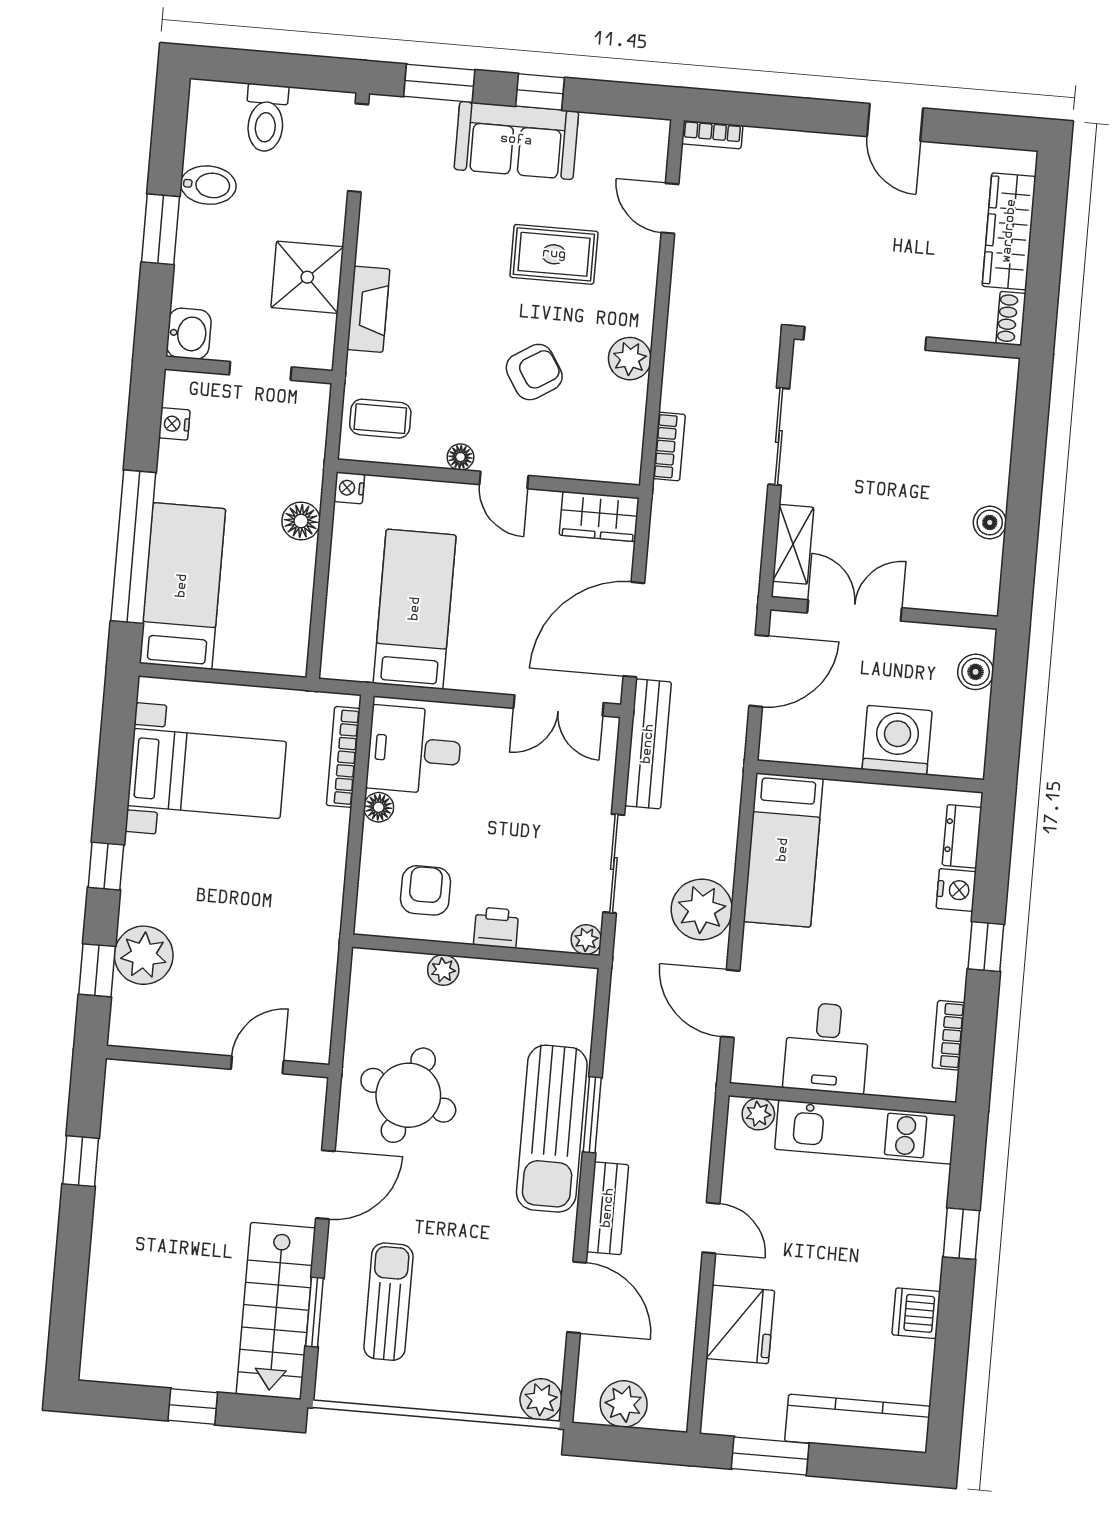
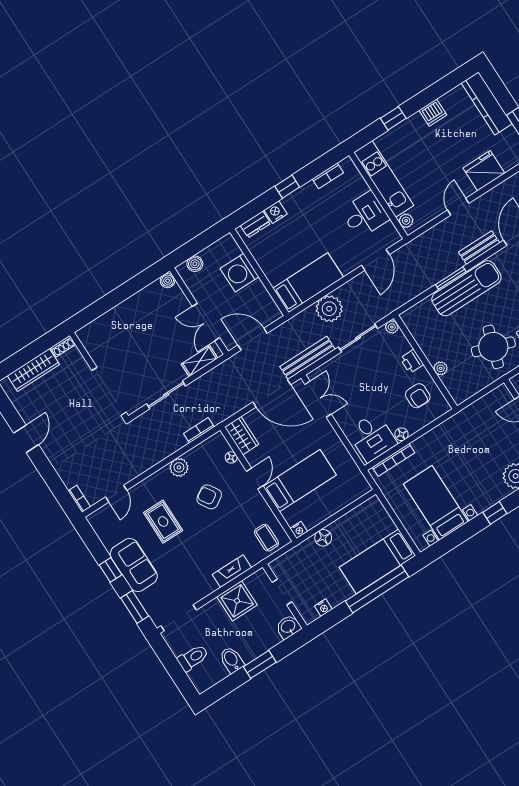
floor lamp: (460, 457) -> (231, 457), moved
boiler: (990, 522) -> (168, 281), moved
bed: (415, 609) -> (300, 481), moved, turned 180
armchair: (425, 890) -> (418, 396), turned -90
plant: (702, 909) -> (329, 309), moved

